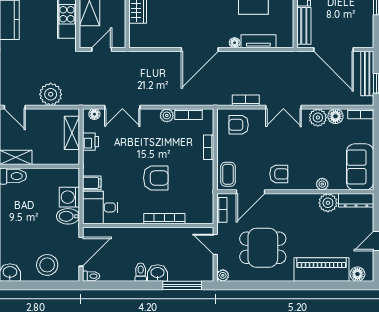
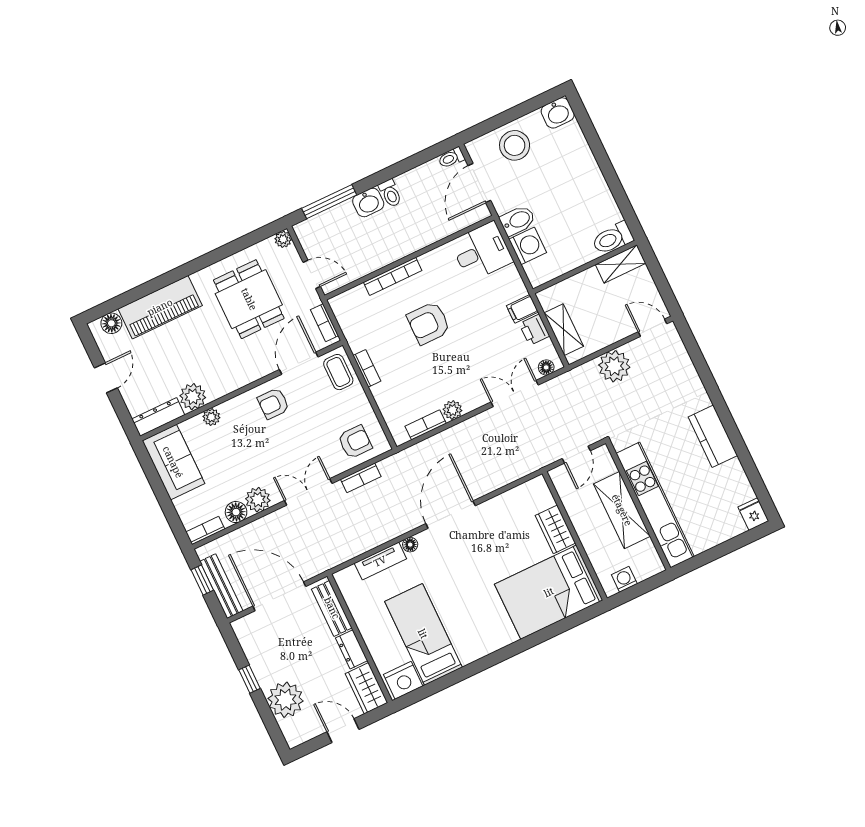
bookcase: (209, 147) -> (367, 368), moved
filing cabinet: (92, 183) -> (522, 309), moved
dining table: (263, 248) -> (249, 299), turned 90

